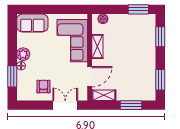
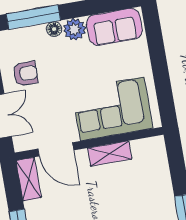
boiler: (103, 19) -> (158, 155), removed
sofa: (32, 23) -> (114, 27), moved, turned -90
window: (12, 76) -> (33, 17), width x1.44

